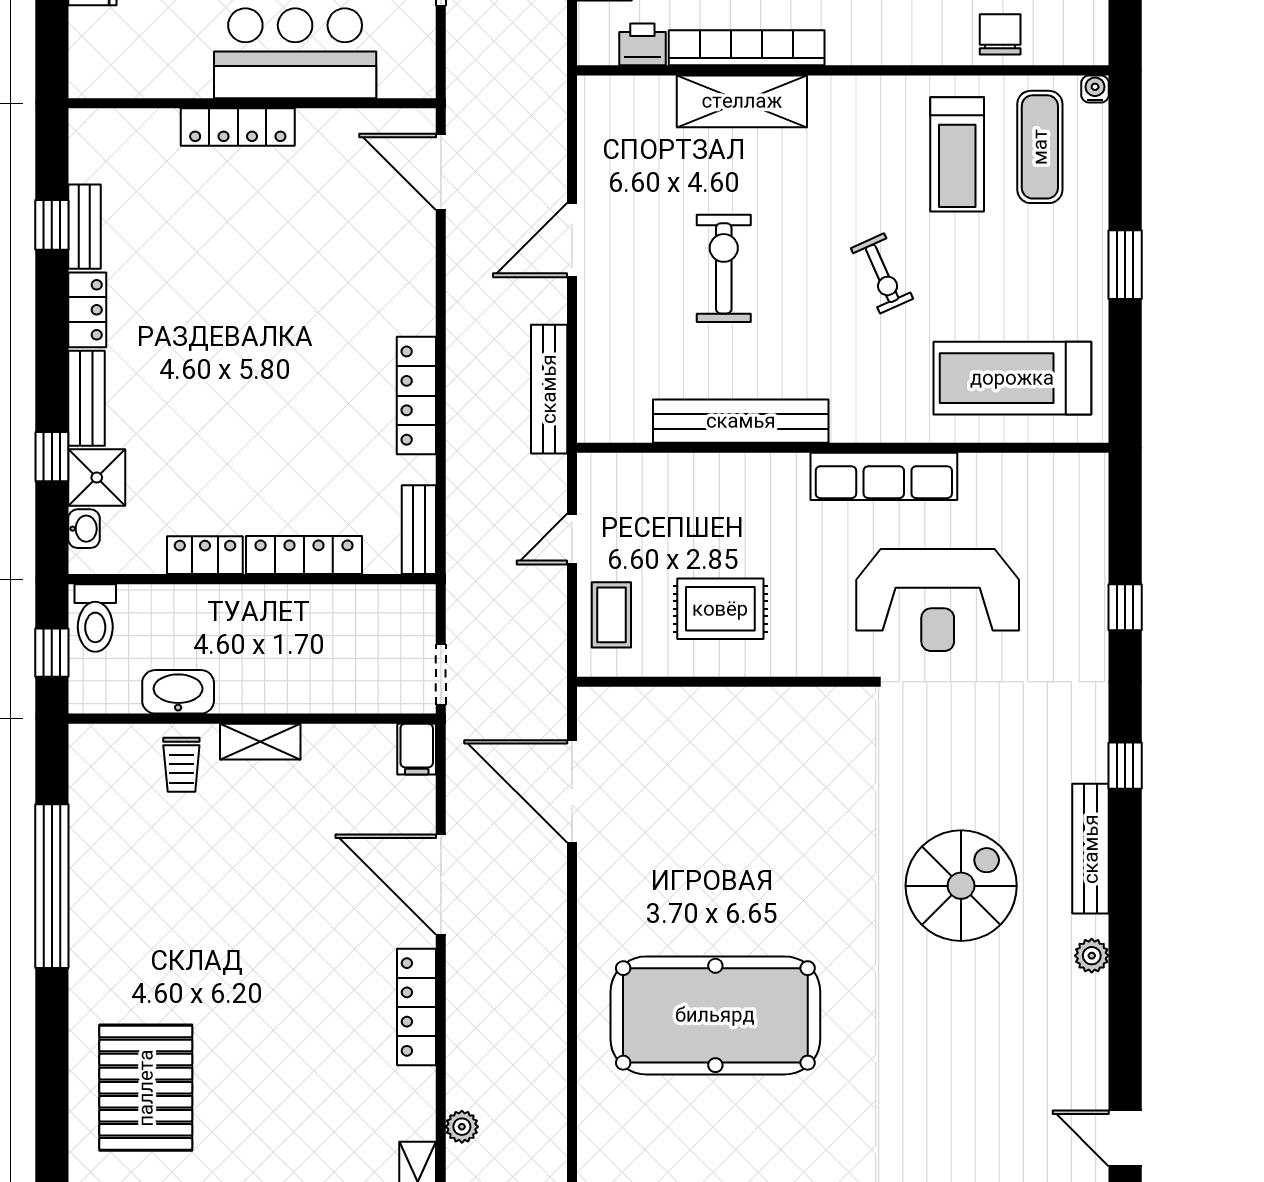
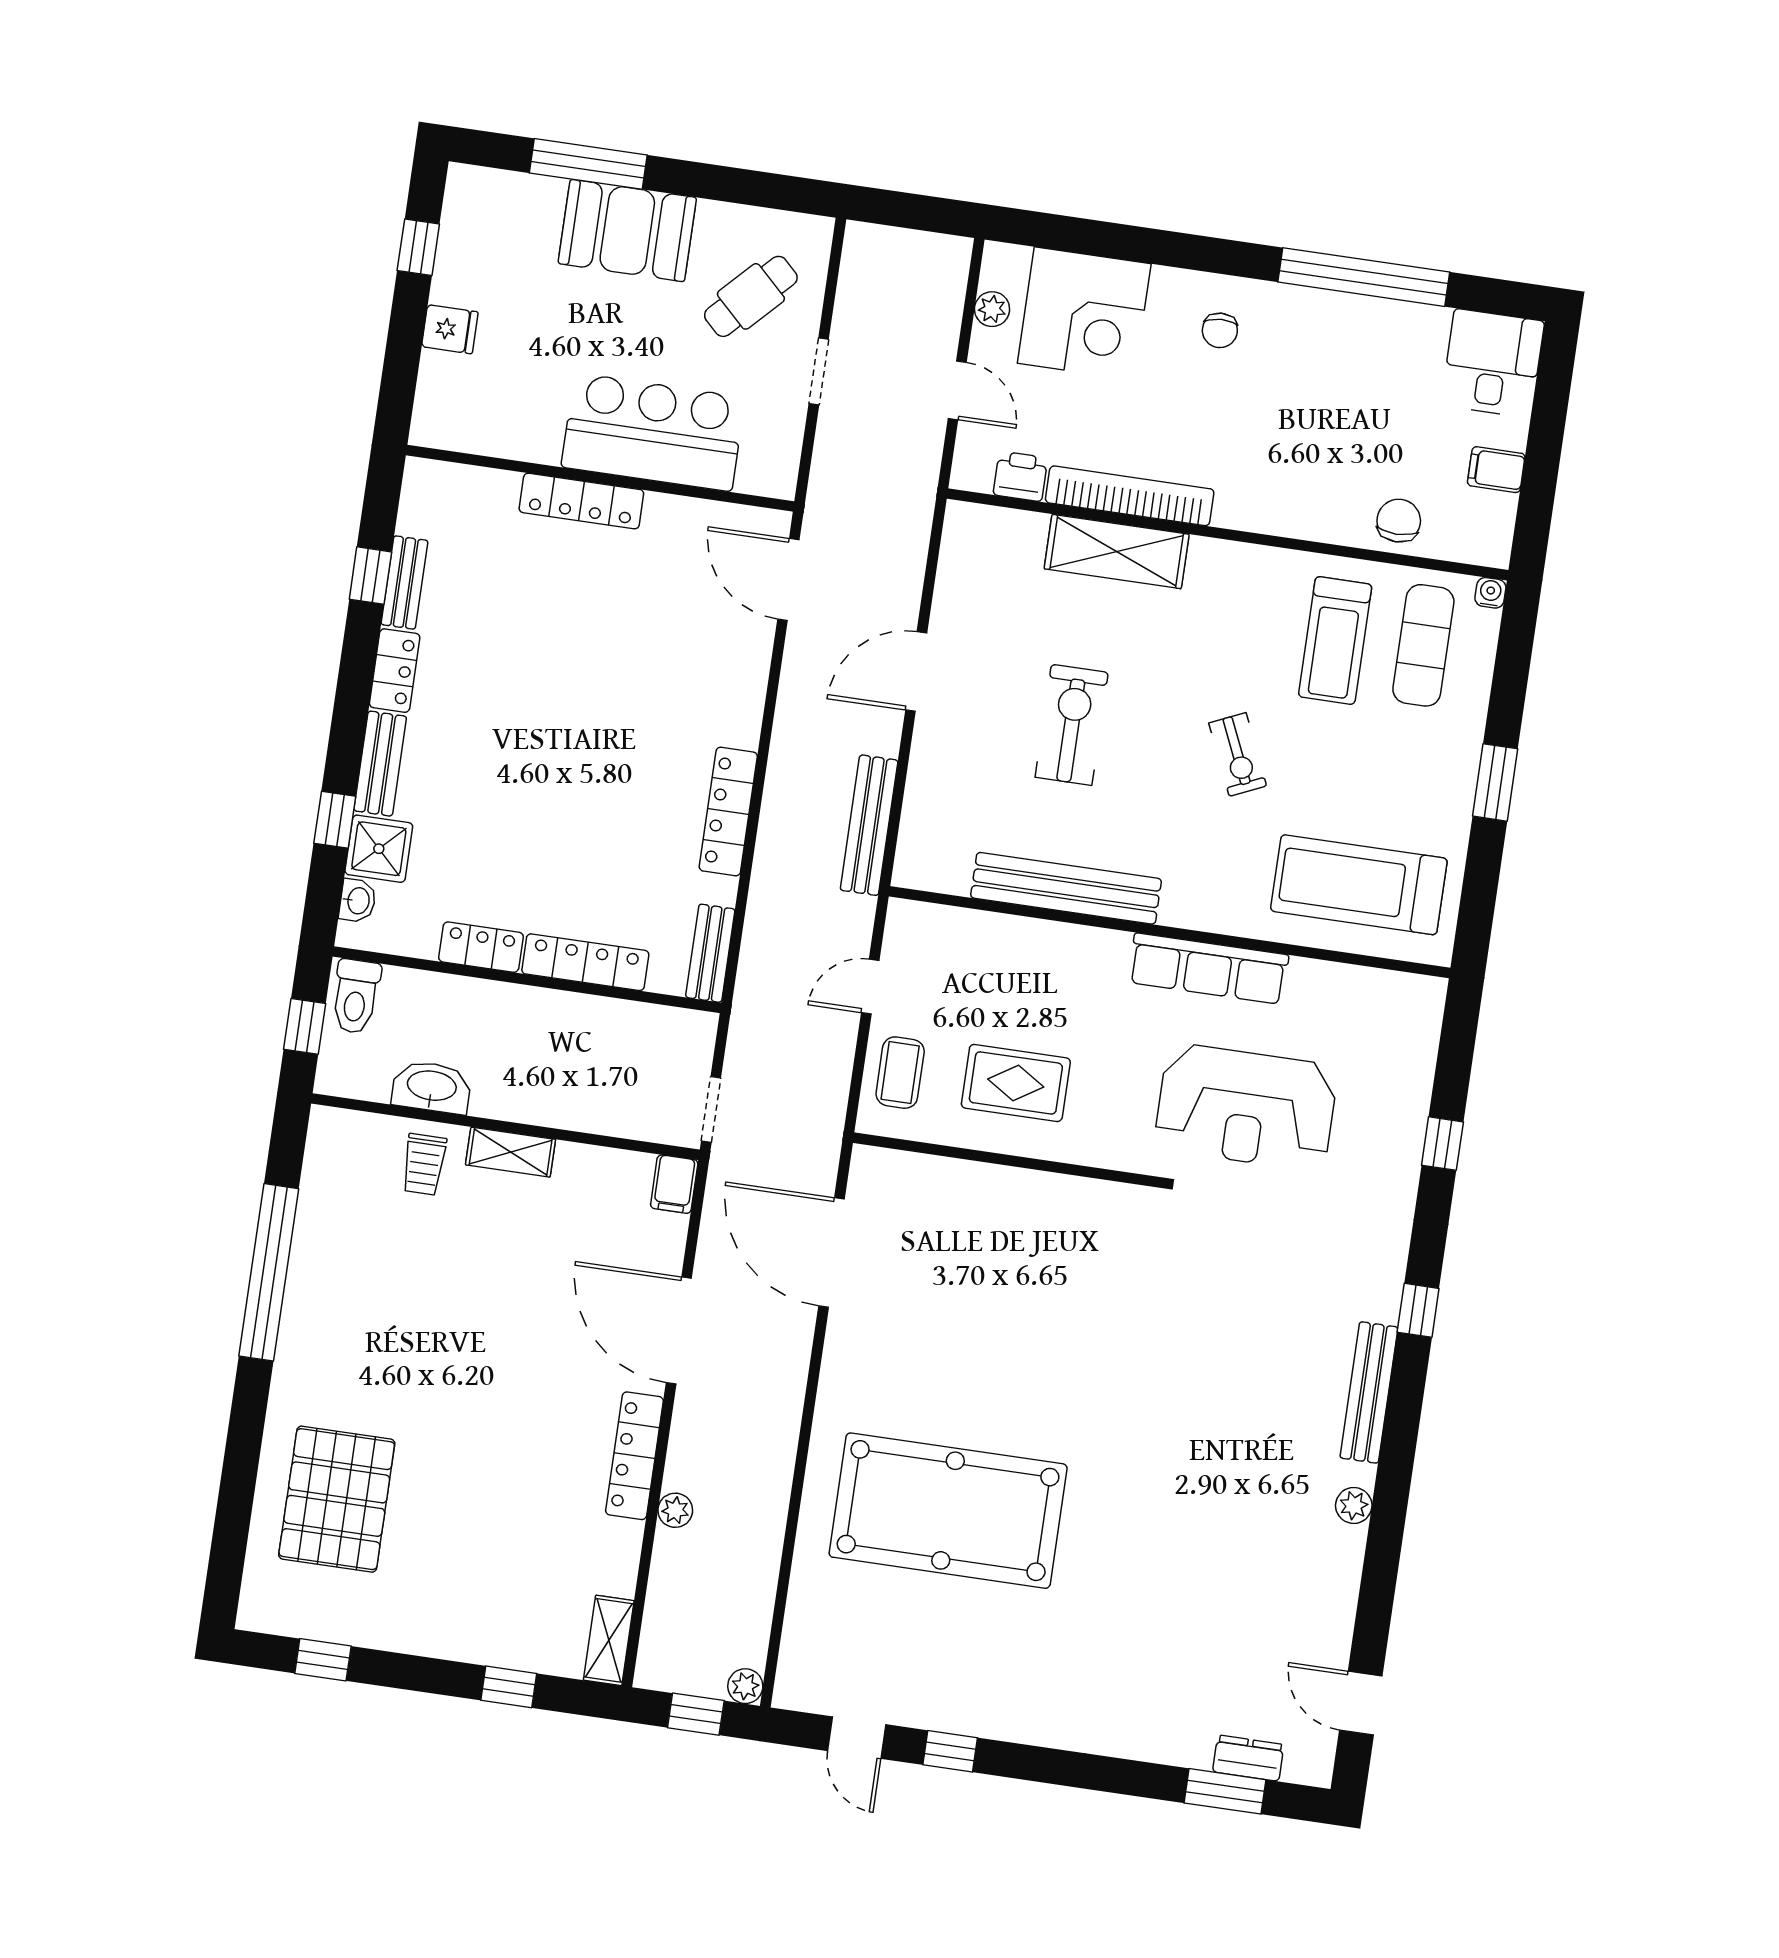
spiral stairs: (961, 886) -> (1227, 1412), removed
plant: (462, 1127) -> (675, 1510), moved

